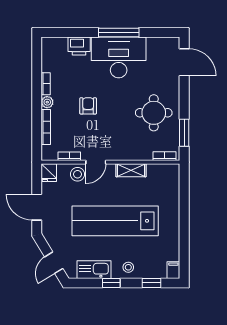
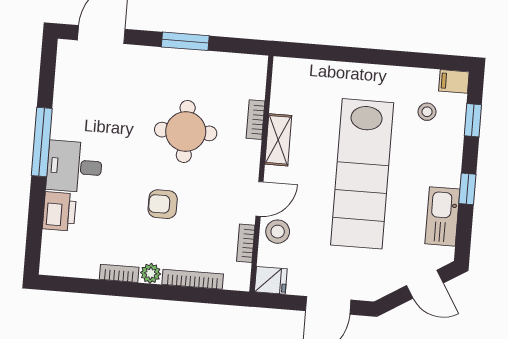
desk: (119, 57) -> (74, 167), width x0.53, depth x0.77
round table: (154, 113) -> (186, 131), moved
window: (184, 133) -> (185, 41), moved
bookcase: (164, 156) -> (255, 120), moved
door: (96, 162) -> (259, 199), hinge flipped
stool: (128, 267) -> (427, 112), moved

